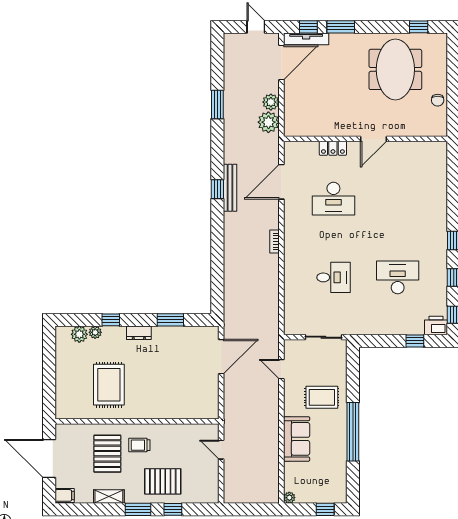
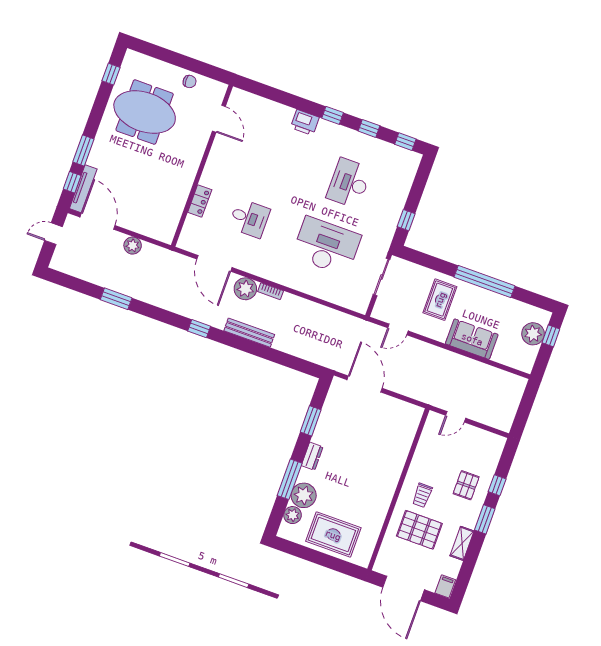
plant: (268, 122) -> (245, 289), moved
door: (374, 139) -> (219, 119), moved
bench: (230, 188) -> (249, 333), moved
desk: (333, 199) -> (249, 218), width x0.73
desk: (333, 277) -> (326, 246), width x1.87, depth x1.30
window: (111, 320) -> (290, 479), width x2.17
printer: (436, 326) -> (305, 122), moved, turned -90
plant: (95, 332) -> (304, 495), width x1.87, depth x1.87
window: (415, 341) -> (406, 220), moved
rug: (109, 385) -> (333, 535), moved
door: (49, 459) -> (404, 589), hinge flipped
pallet: (163, 481) -> (466, 485), width x0.67, depth x0.71
plant: (289, 498) -> (533, 334), moved, width x1.88, depth x1.88

